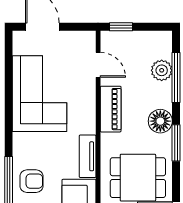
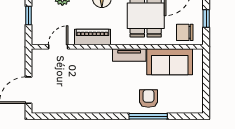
window: (121, 27) -> (28, 15), moved
corner sofa: (40, 94) -> (80, 92), removed

